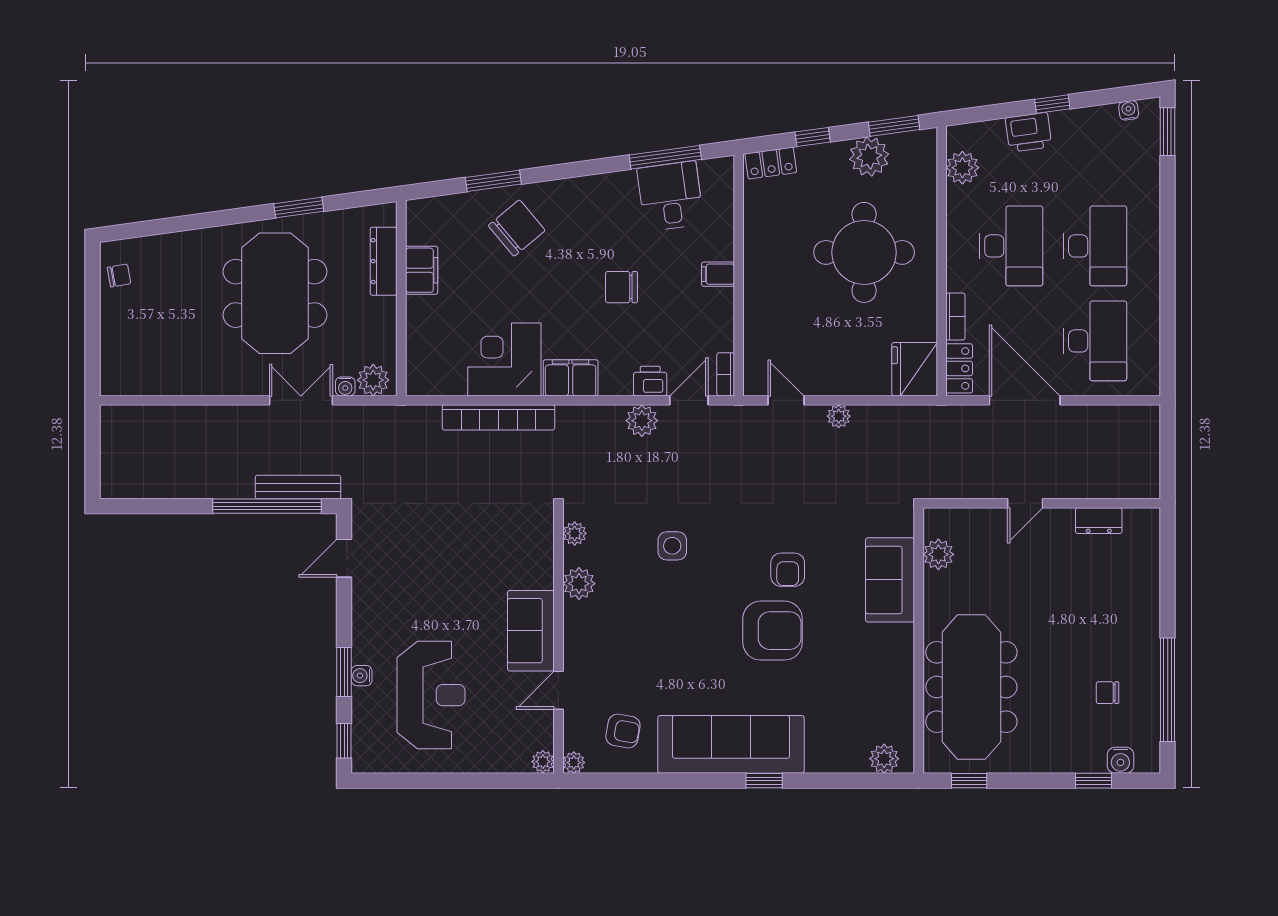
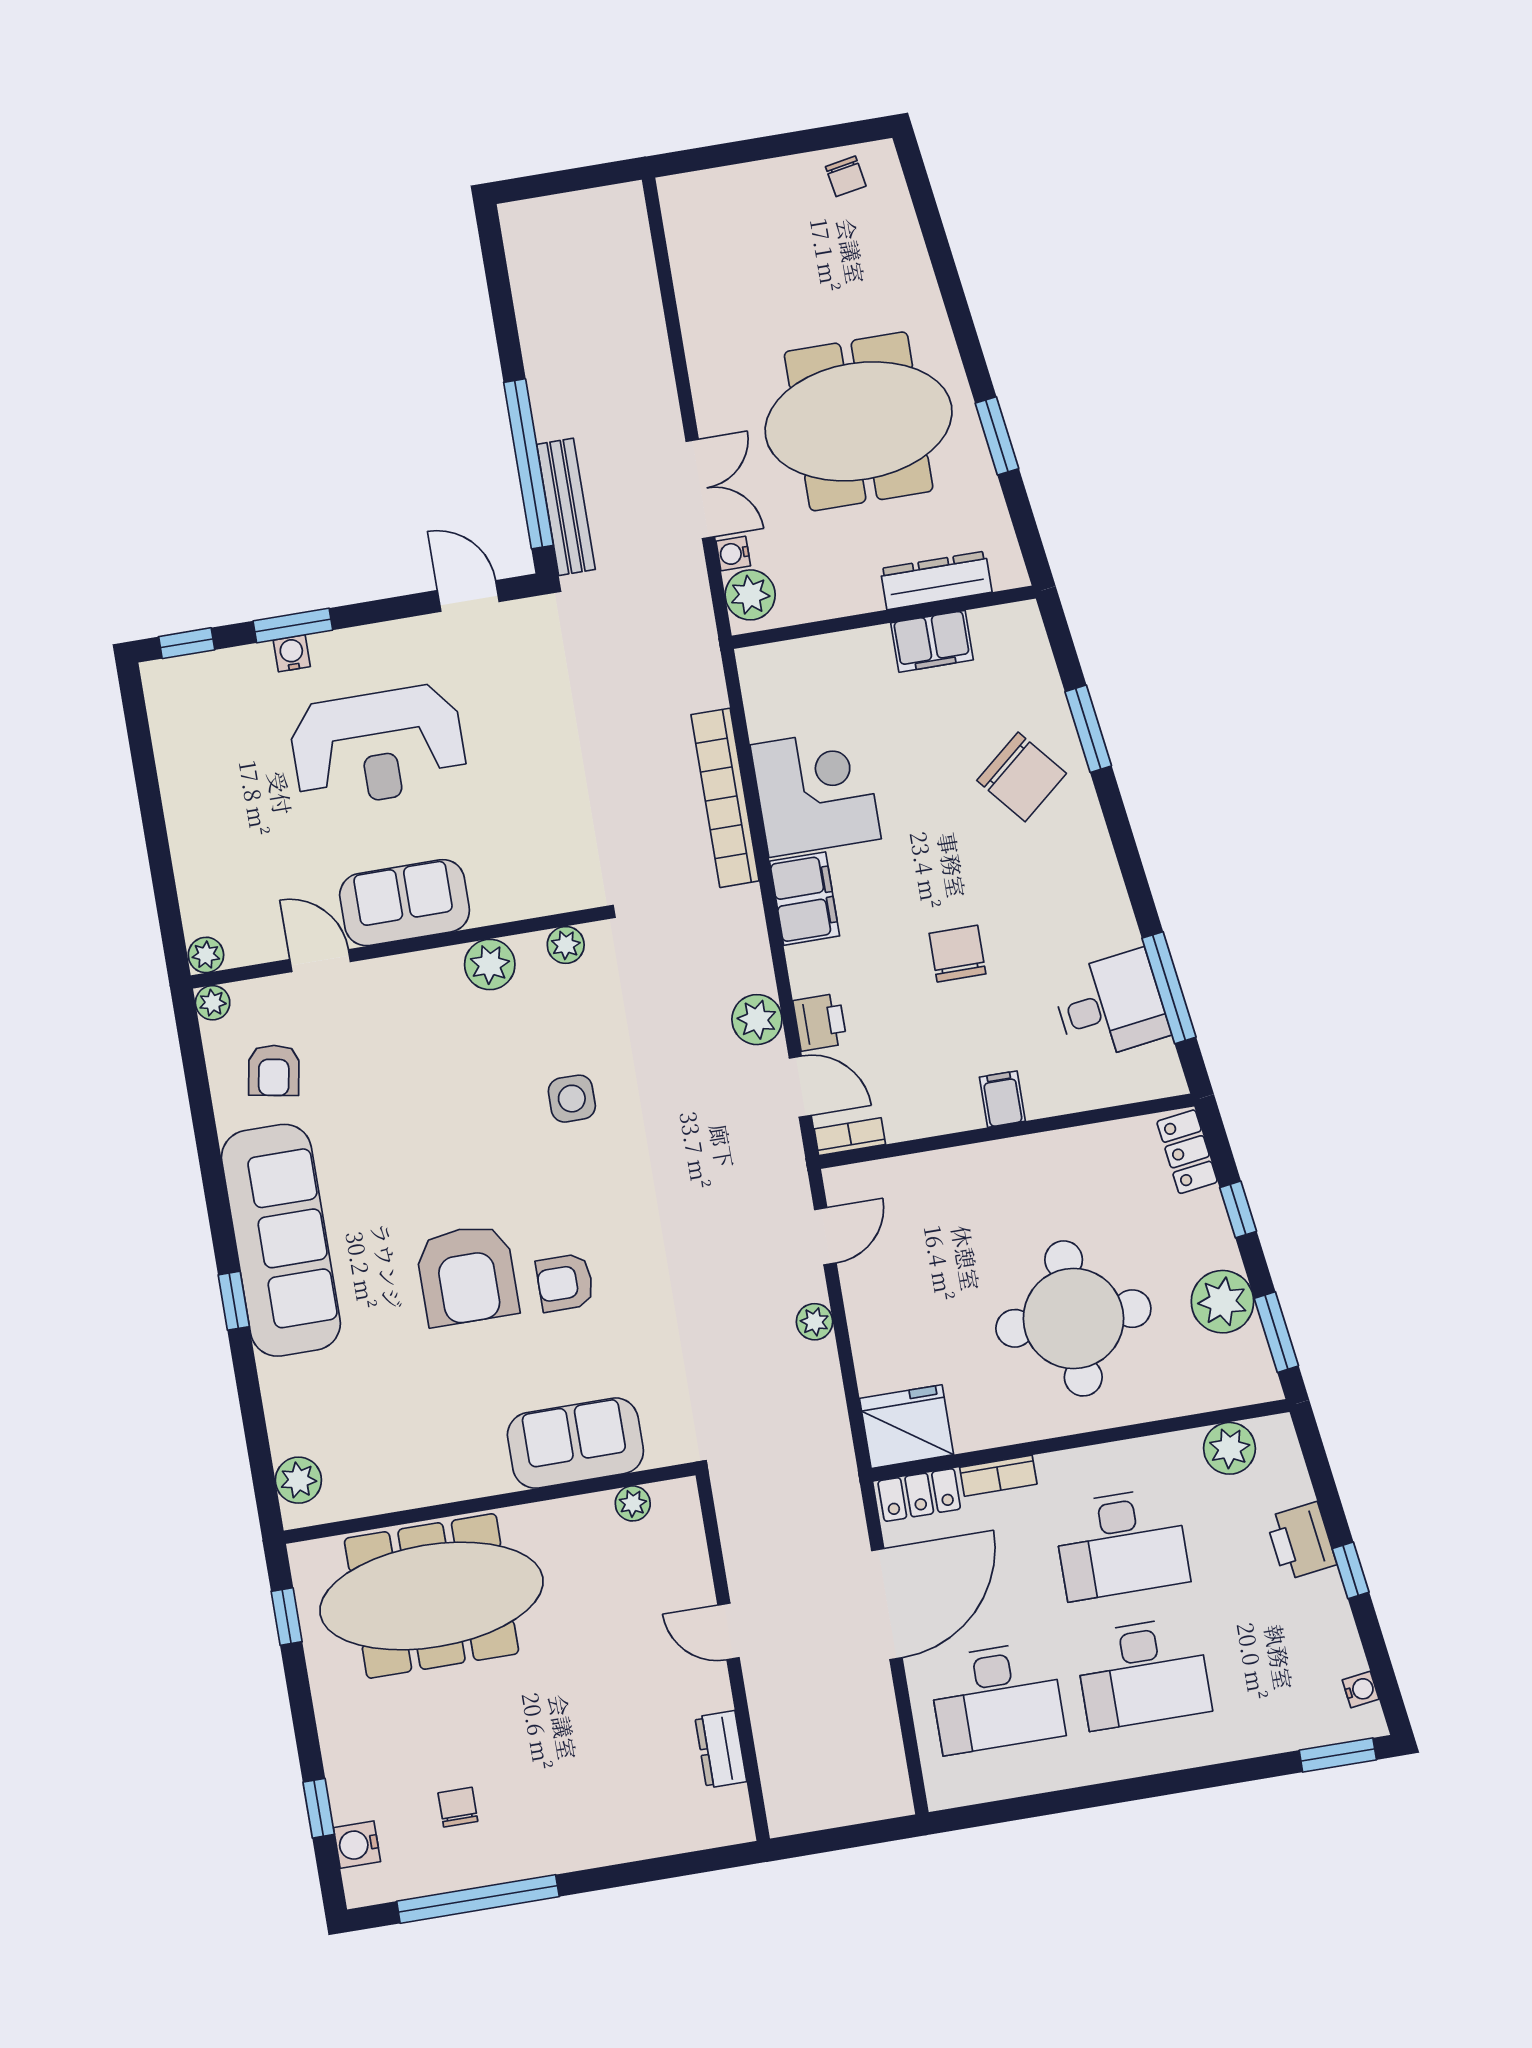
plant: (938, 554) -> (633, 1503), width x0.73, depth x0.73
reception desk: (431, 695) -> (378, 746), moved

